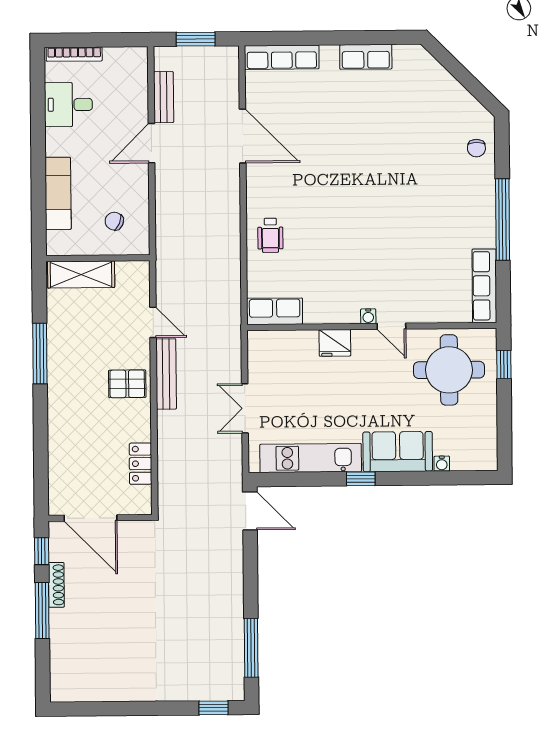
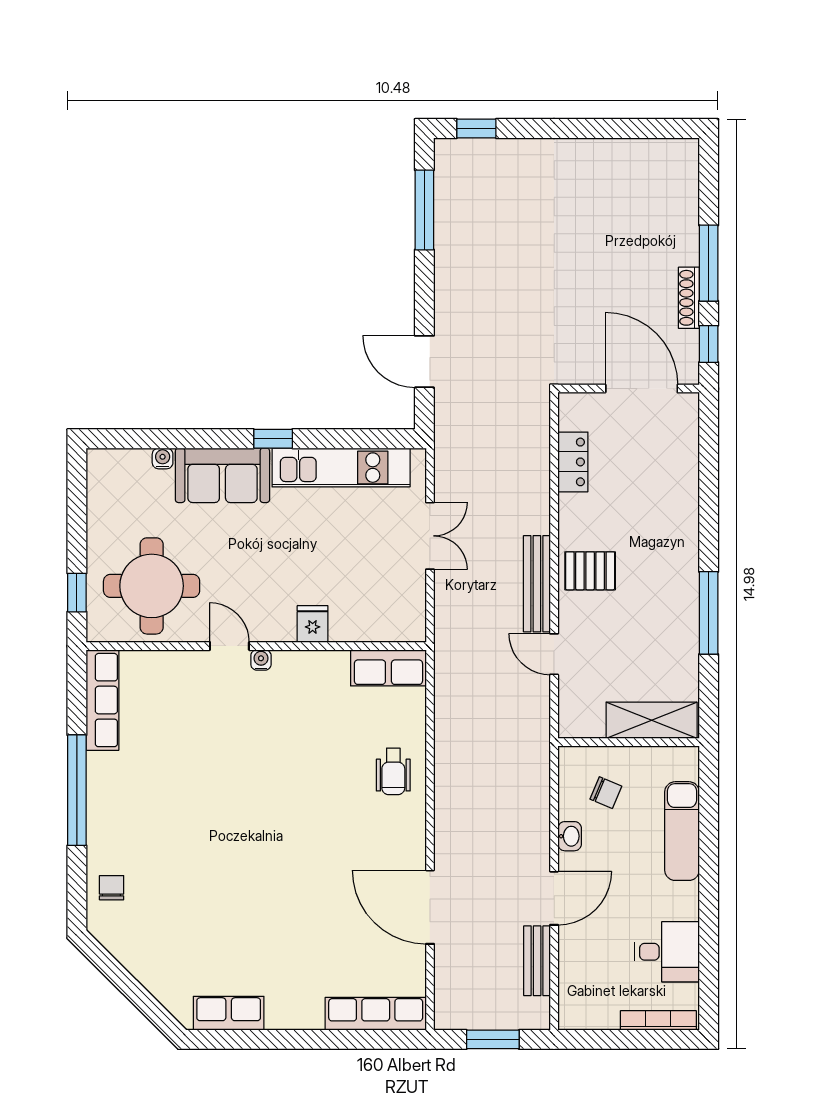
row of seats: (366, 57) -> (229, 1013), moved
washbasin: (140, 189) -> (570, 836), added
wheelchair: (270, 235) -> (393, 771), turned 180
fridge: (335, 343) -> (313, 624), width x0.72
door: (250, 511) -> (424, 362), moved

